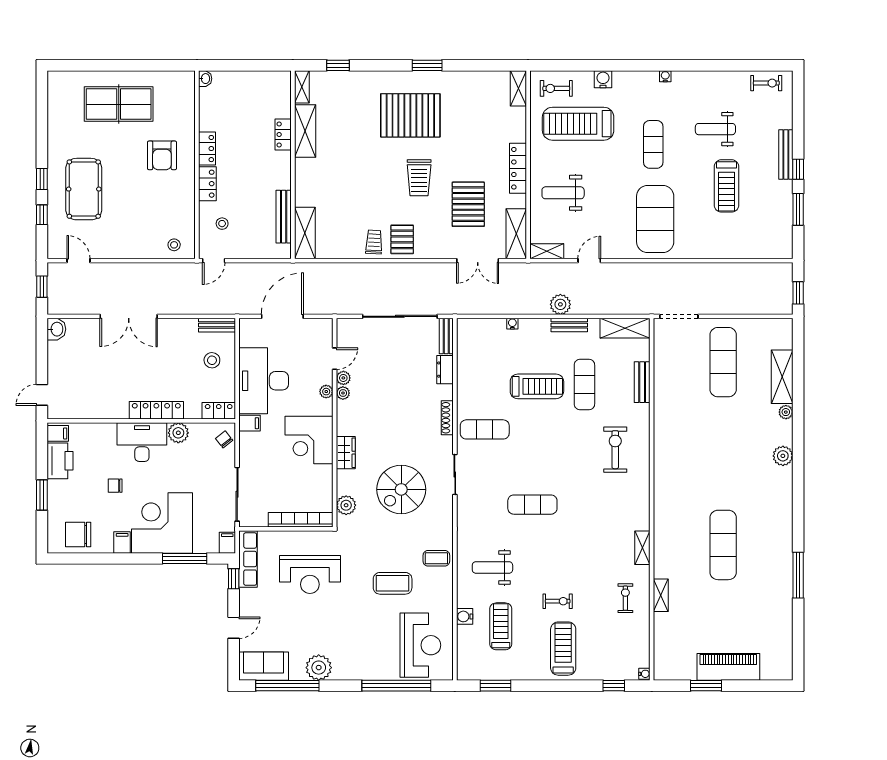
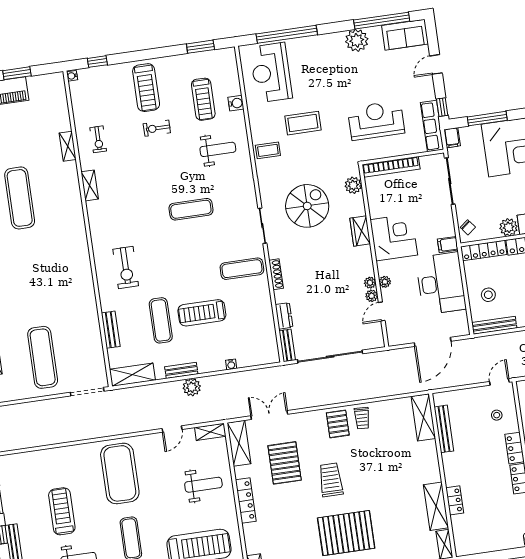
bench: (217, 325) -> (494, 325), width x1.36
locker: (219, 411) -> (484, 251), width x1.53

